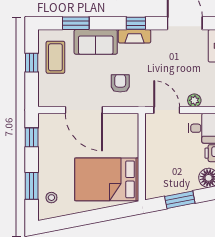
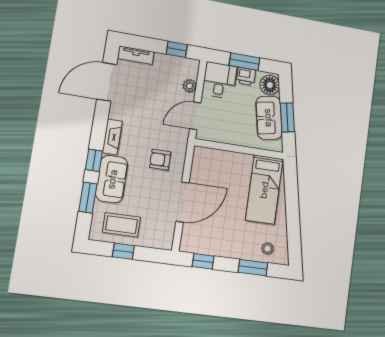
window: (136, 23) -> (94, 160), moved
bed: (107, 179) -> (264, 190), width x0.67
sofa: (176, 182) -> (269, 118), added

